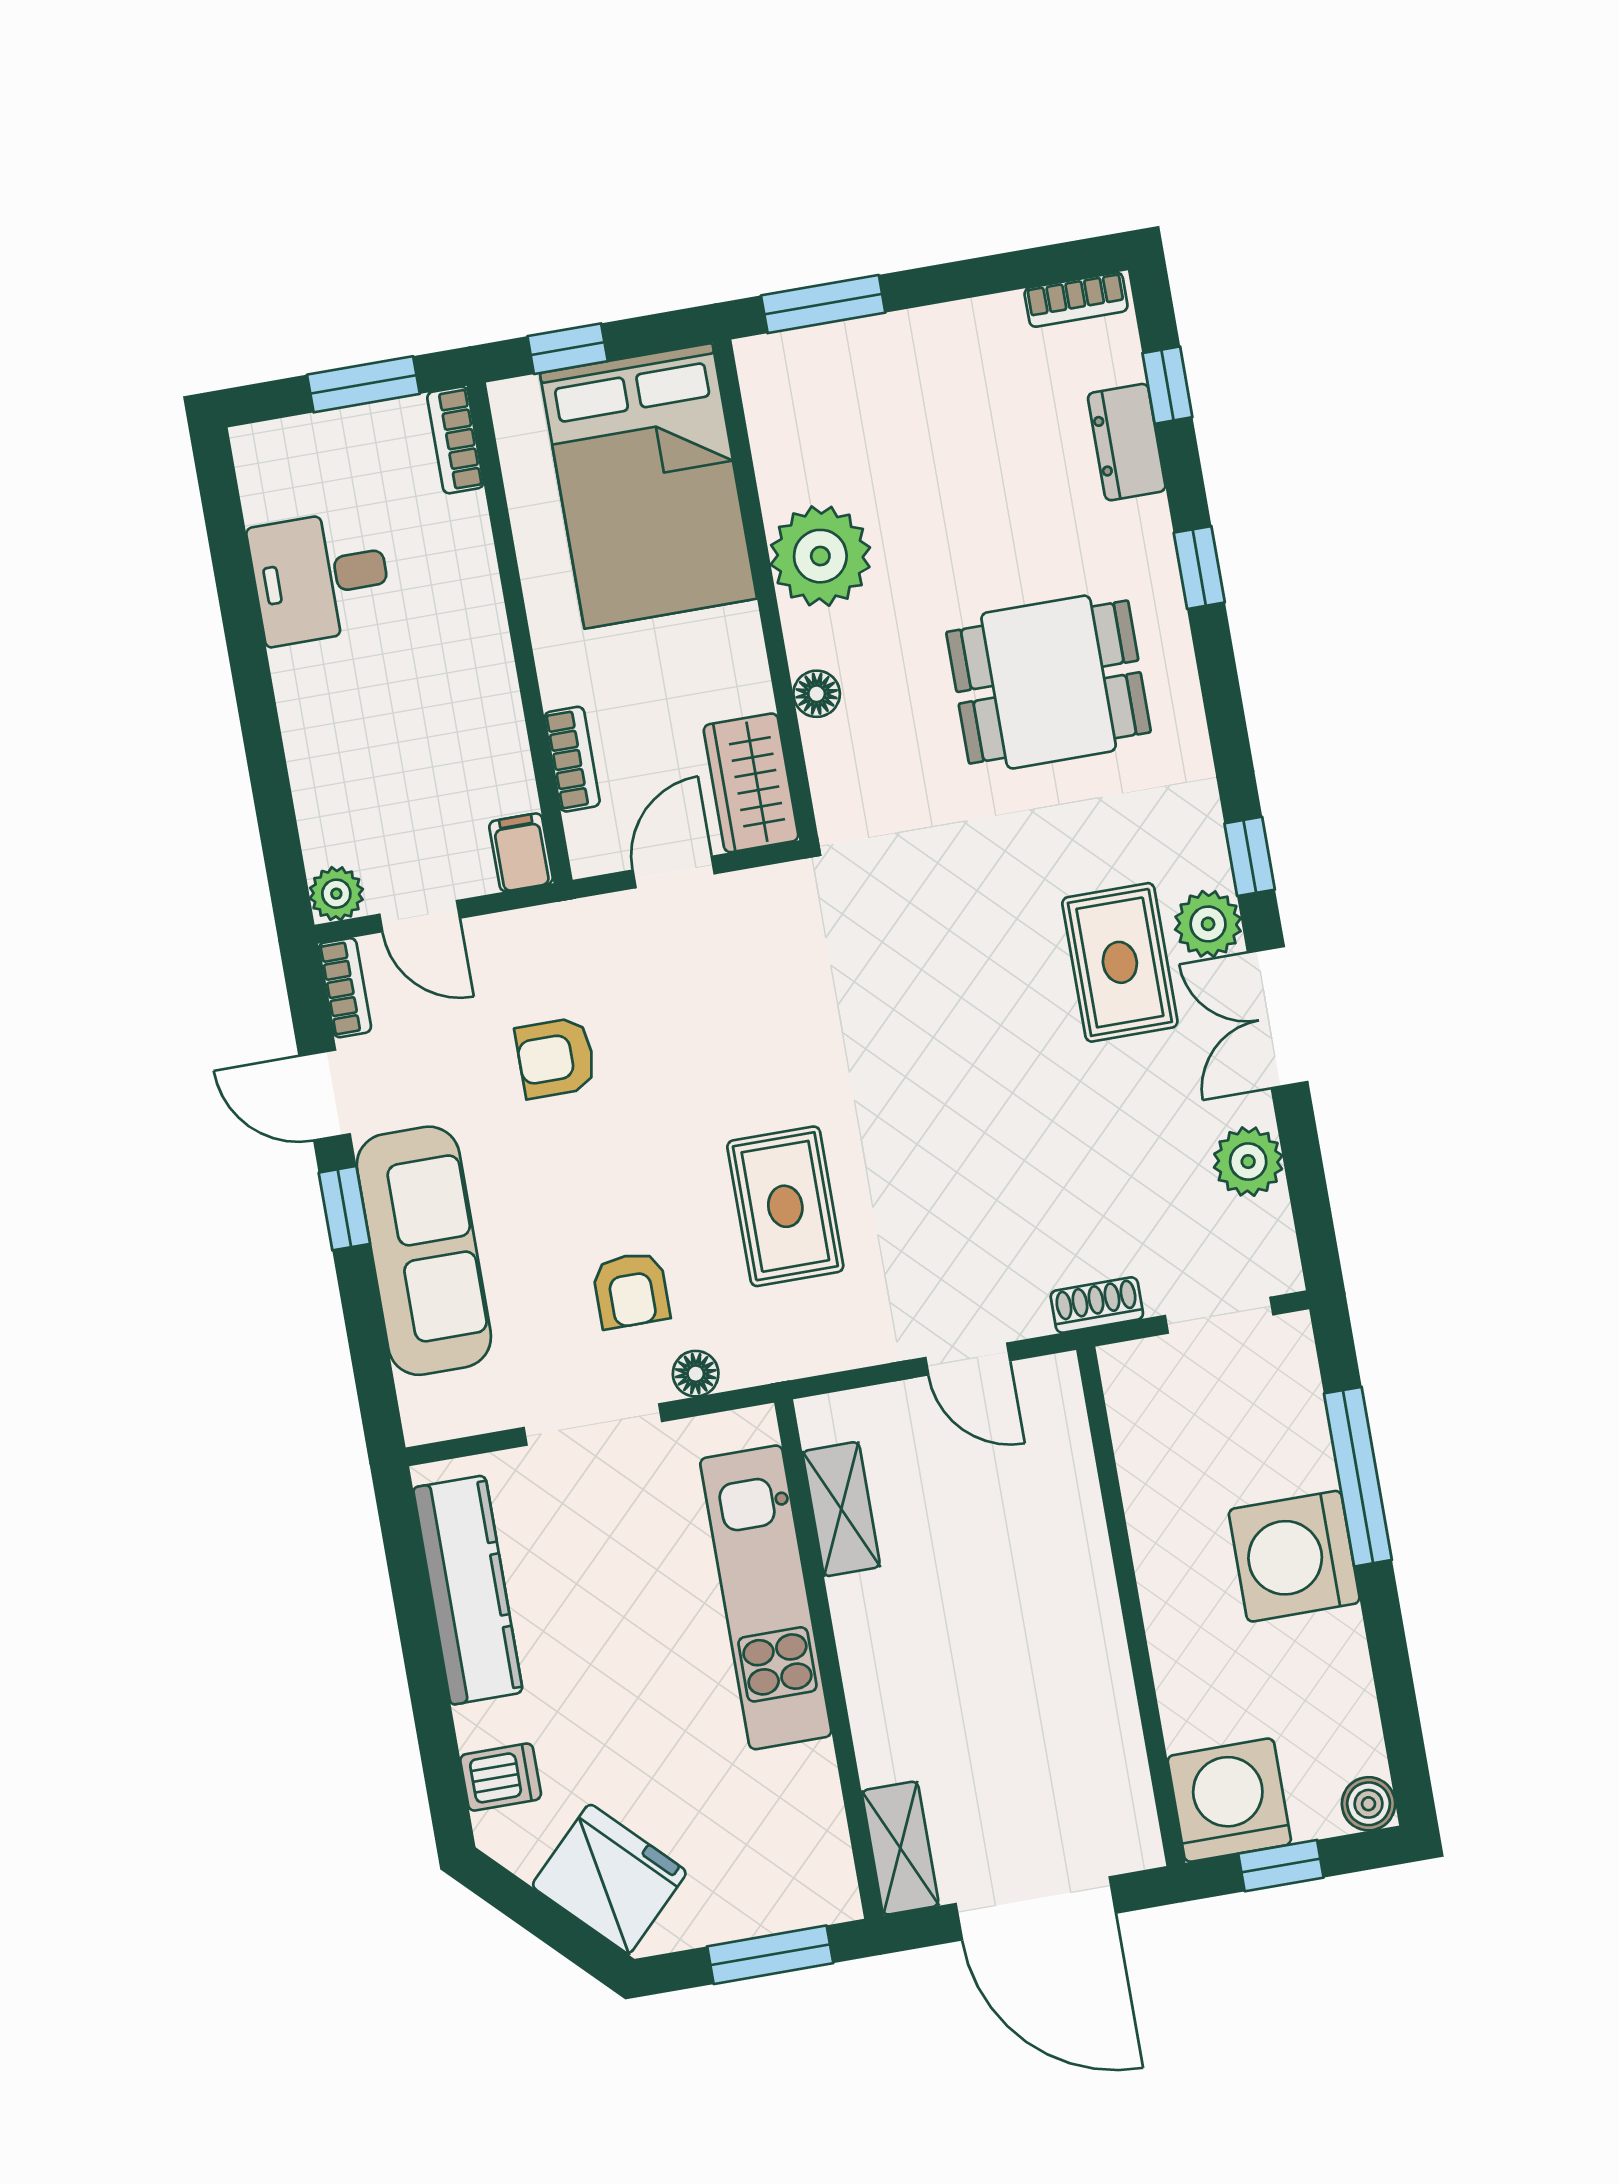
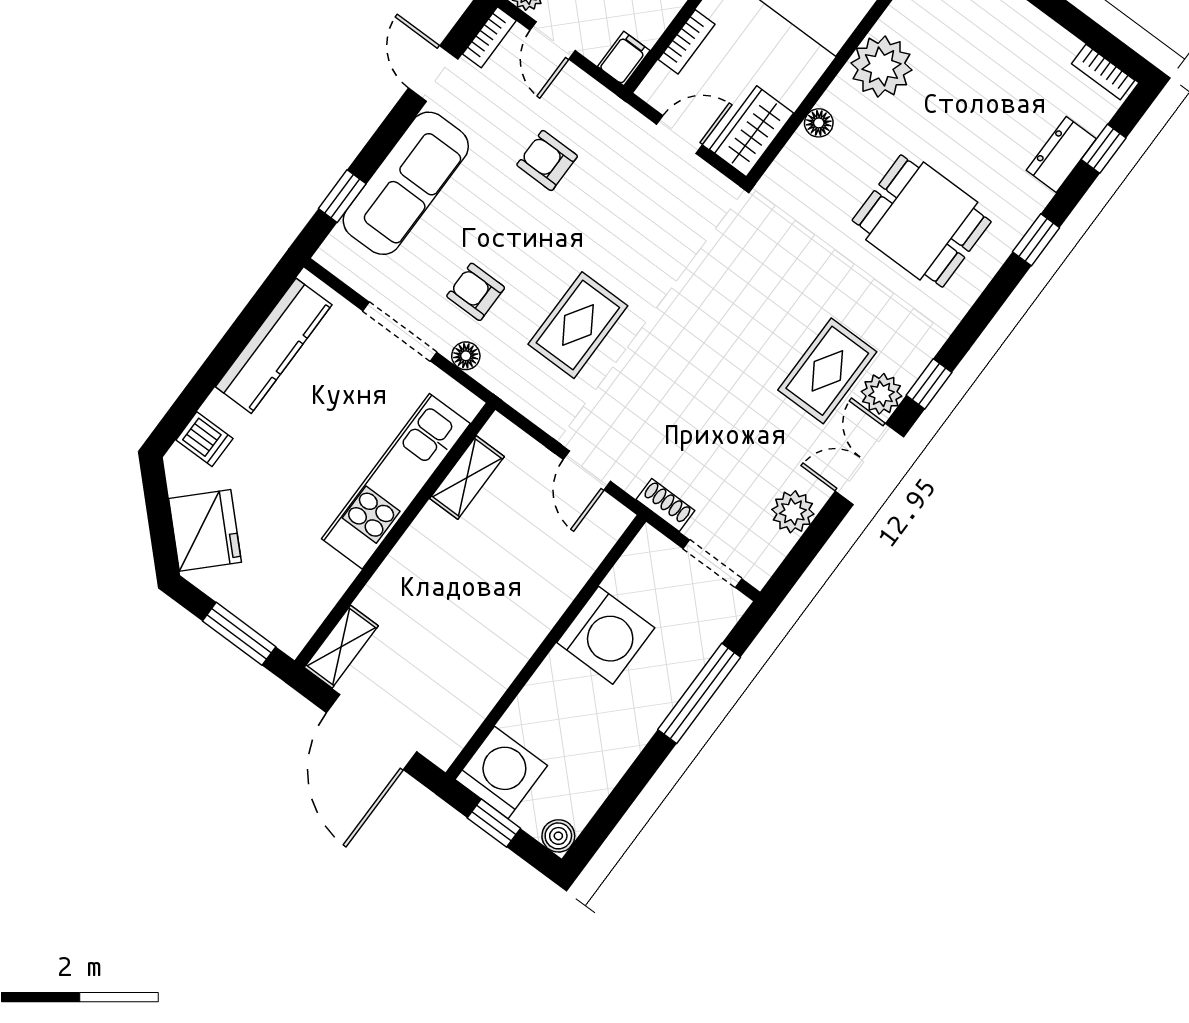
window: (344, 1208) -> (342, 196), moved
armchair: (631, 1290) -> (476, 292), turned 90
washing machine: (1294, 1556) -> (606, 635), moved, turned 180

